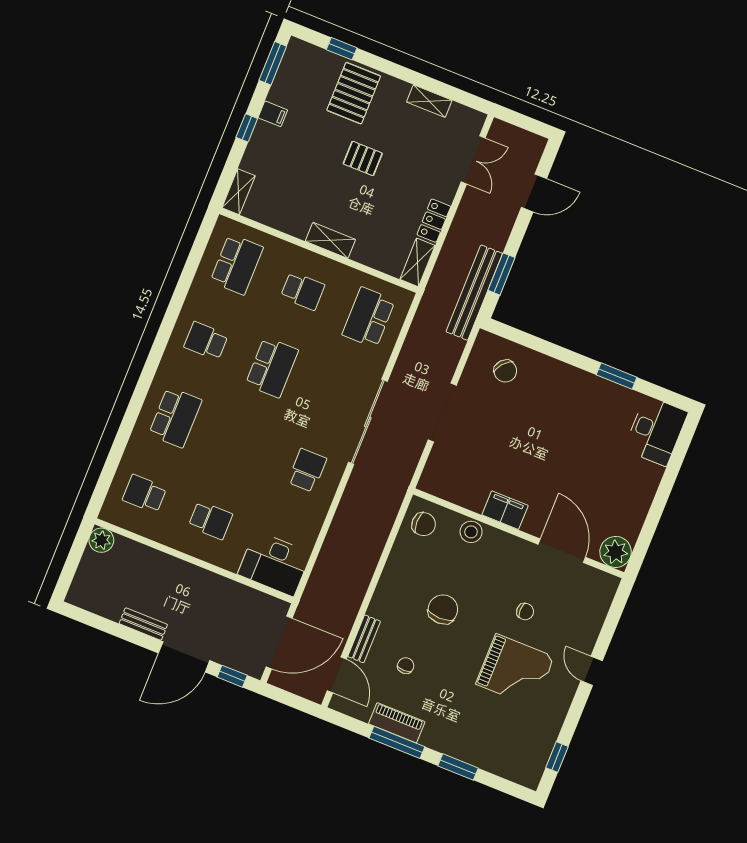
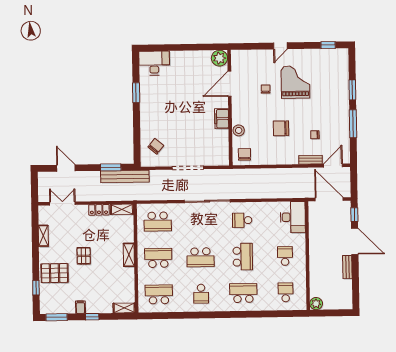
school desk: (303, 291) -> (158, 258), width x1.85
school desk: (272, 367) -> (200, 257), turned 180
school desk: (241, 444) -> (243, 257), added
school desk: (145, 494) -> (286, 292), turned 180
piano: (397, 723) -> (344, 128), removed

